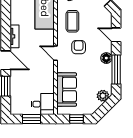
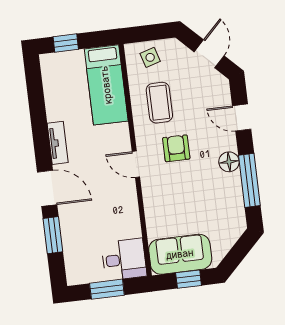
sofa: (67, 90) -> (180, 254), moved, turned -90
plant: (103, 96) -> (231, 231), removed

